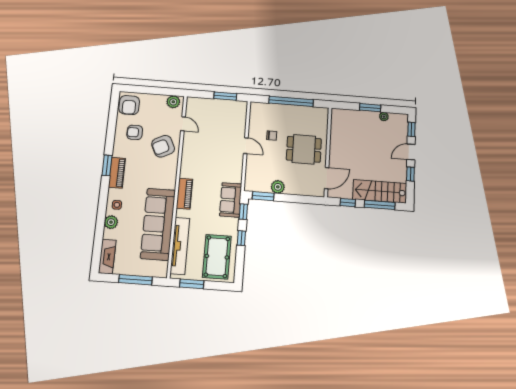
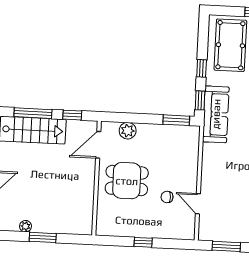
window: (291, 101) -> (143, 242), width x0.32
door: (246, 146) -> (198, 204), moved
plant: (278, 187) -> (128, 131), moved
sofa: (231, 200) -> (216, 114), width x1.36

